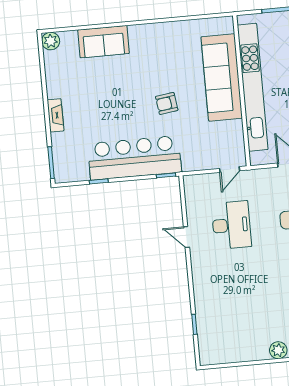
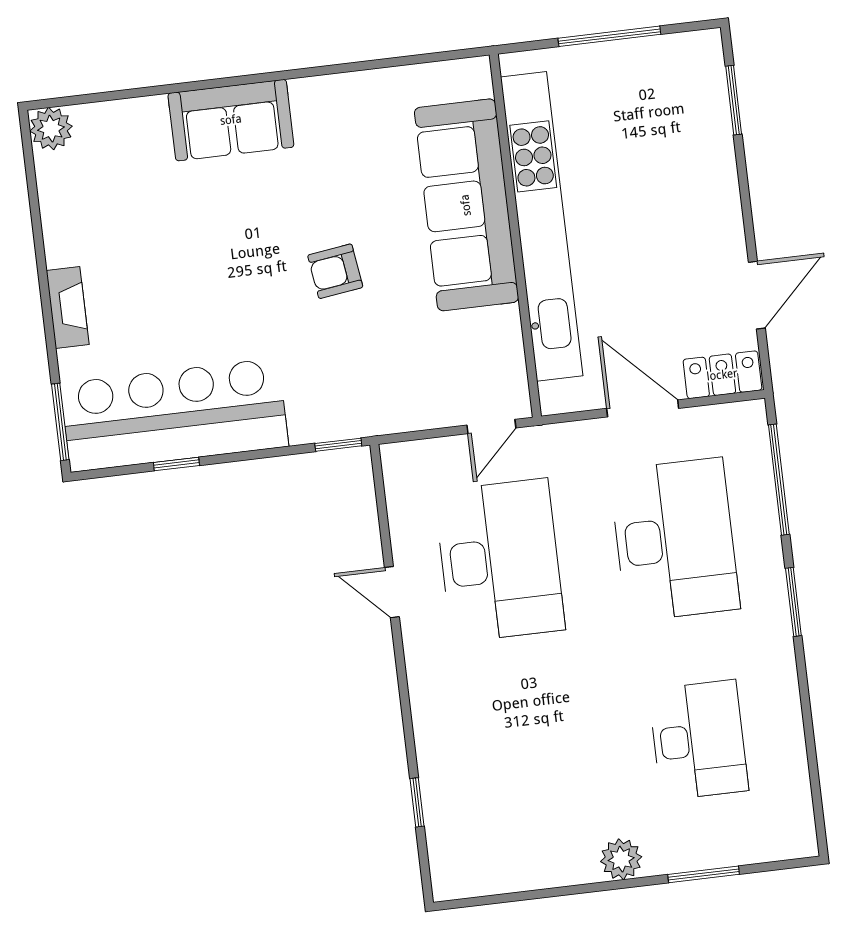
sofa: (104, 42) -> (231, 120), moved
bar counter: (135, 158) -> (174, 415), moved
desk: (231, 225) -> (500, 560), width x1.36, depth x1.30

